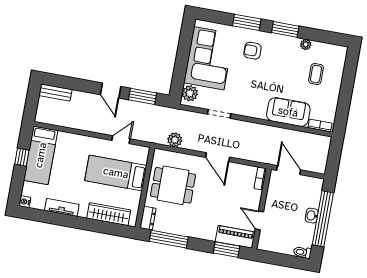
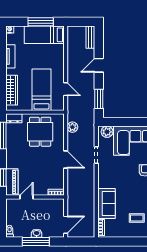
door: (111, 91) -> (99, 65), moved
window: (22, 157) -> (41, 22), width x2.17
door: (218, 157) -> (66, 160), swing flipped
door: (289, 170) -> (66, 225), moved
window: (323, 219) -> (36, 241), width x0.68

